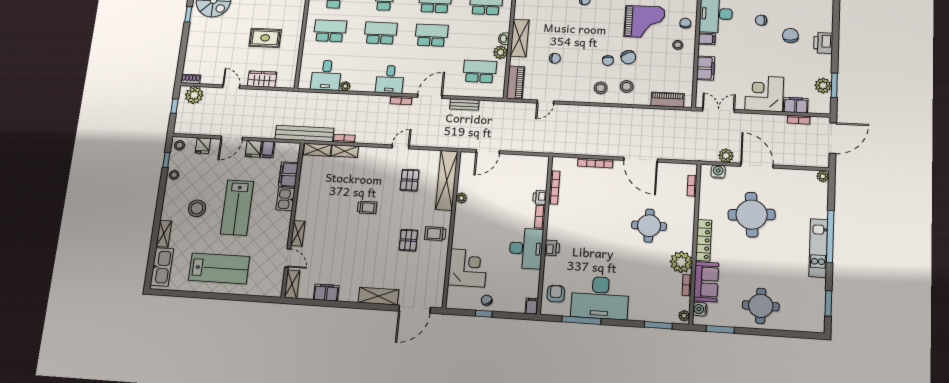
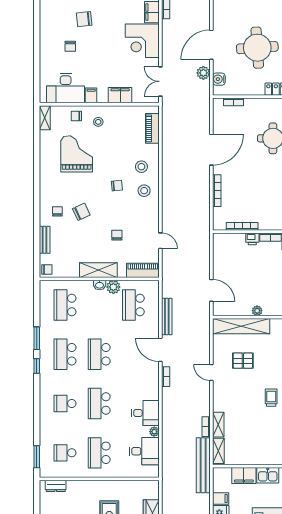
chair: (628, 57) -> (81, 212), moved
desk: (390, 79) -> (145, 413), moved
bench: (464, 105) -> (167, 316), width x1.36

